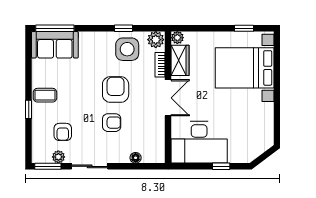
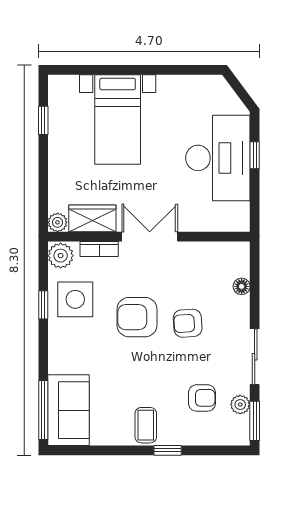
bed with nightstands: (245, 68) -> (118, 119), width x0.73
armchair: (112, 123) -> (188, 323), turned -94
desk: (199, 142) -> (218, 158), moved

